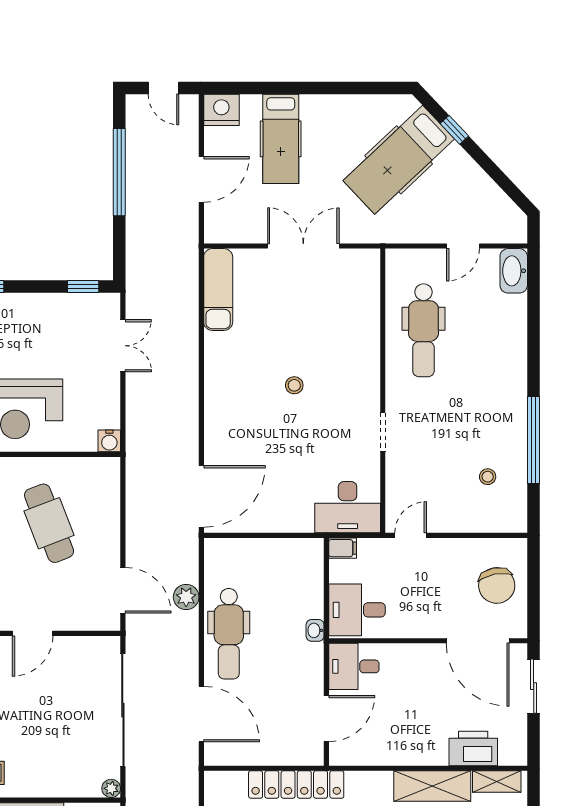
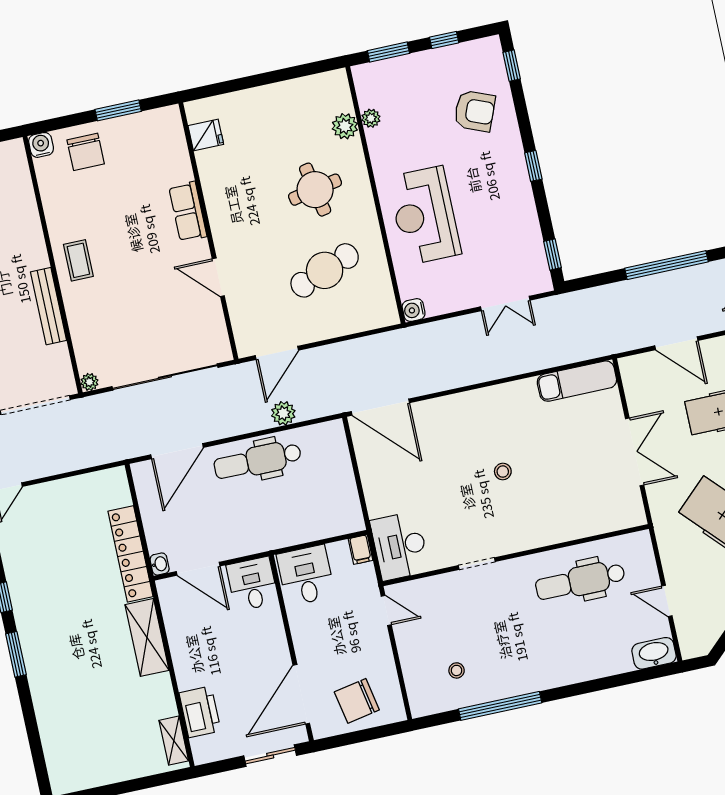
washbasin: (315, 630) -> (160, 564), moved, turned 90
shelving: (432, 786) -> (147, 637), moved

